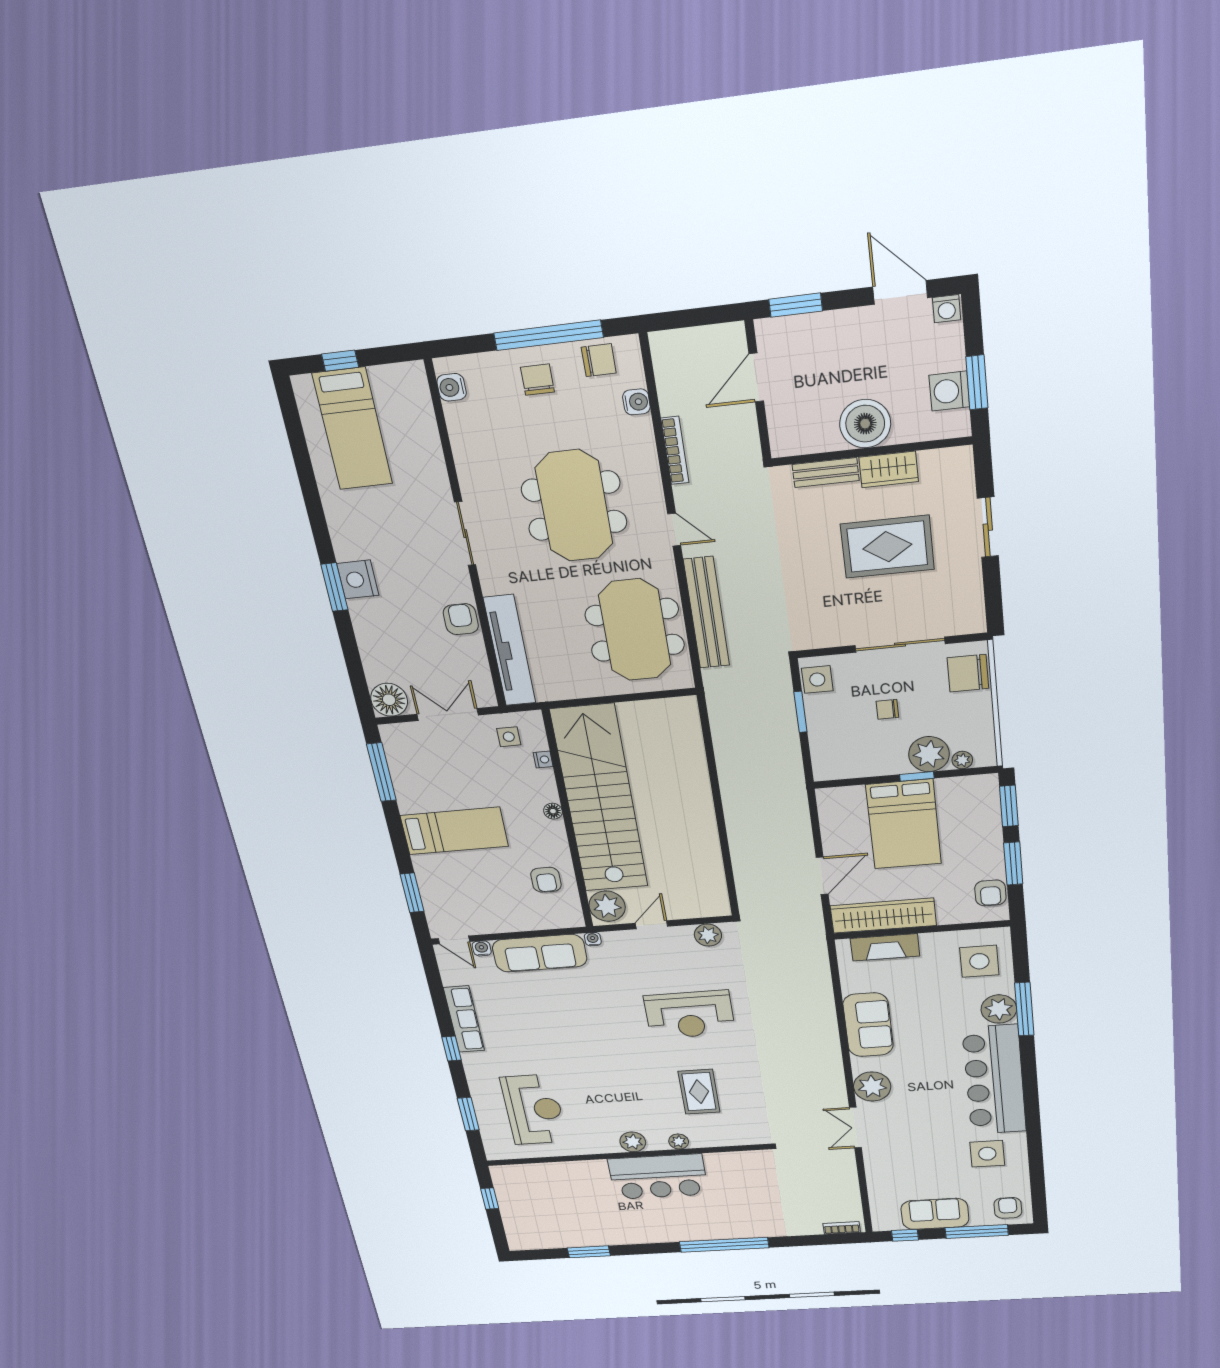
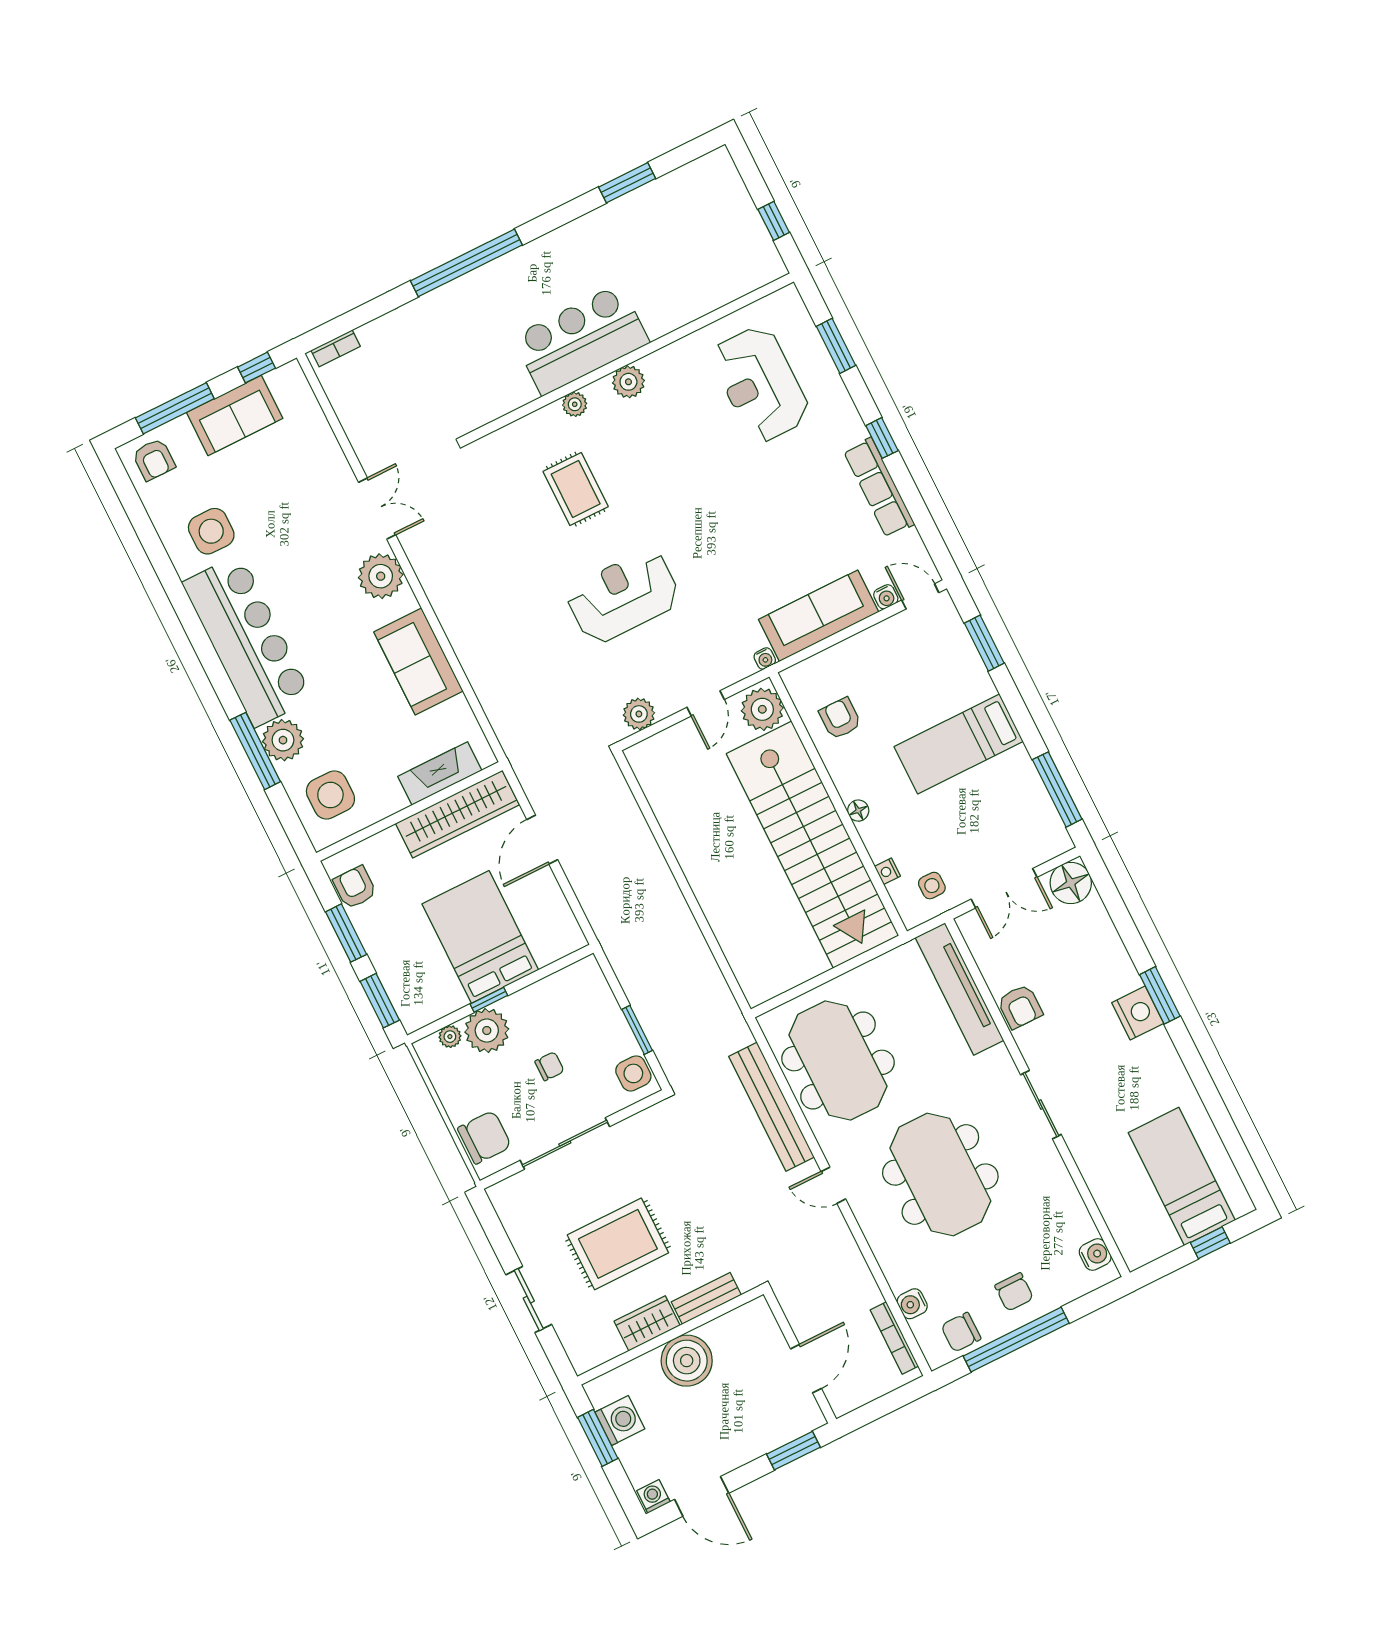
bookcase: (675, 450) -> (894, 1338), moved

